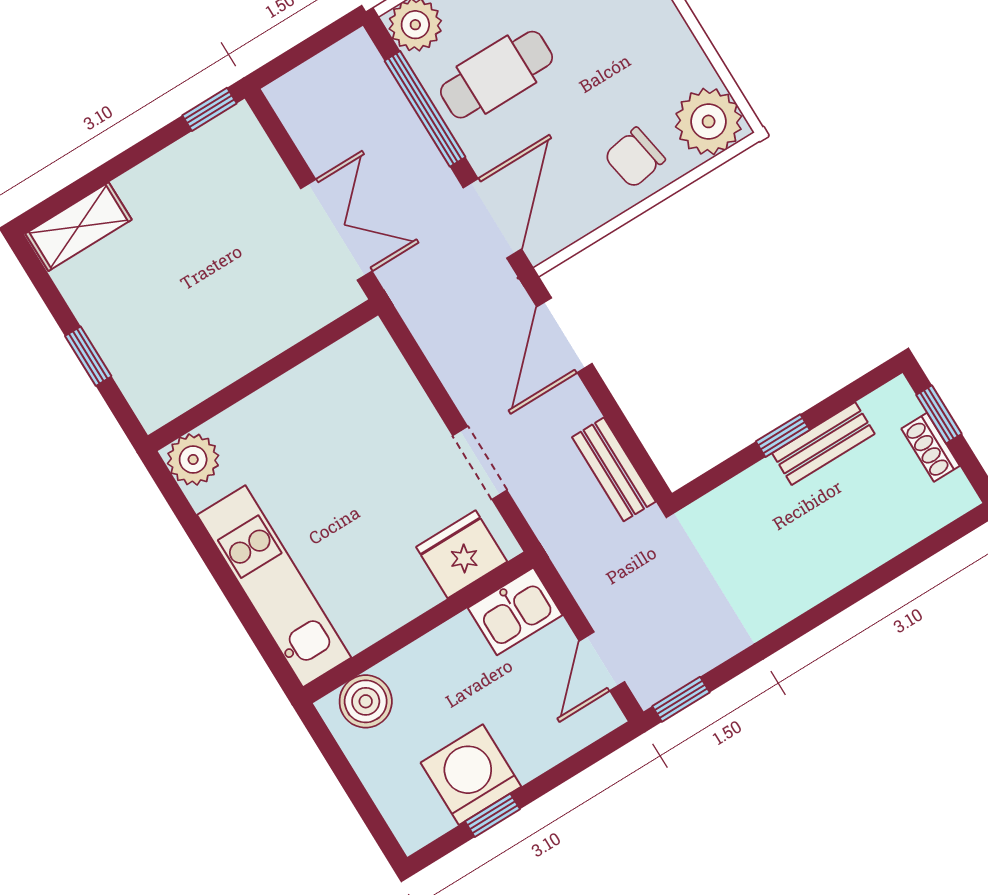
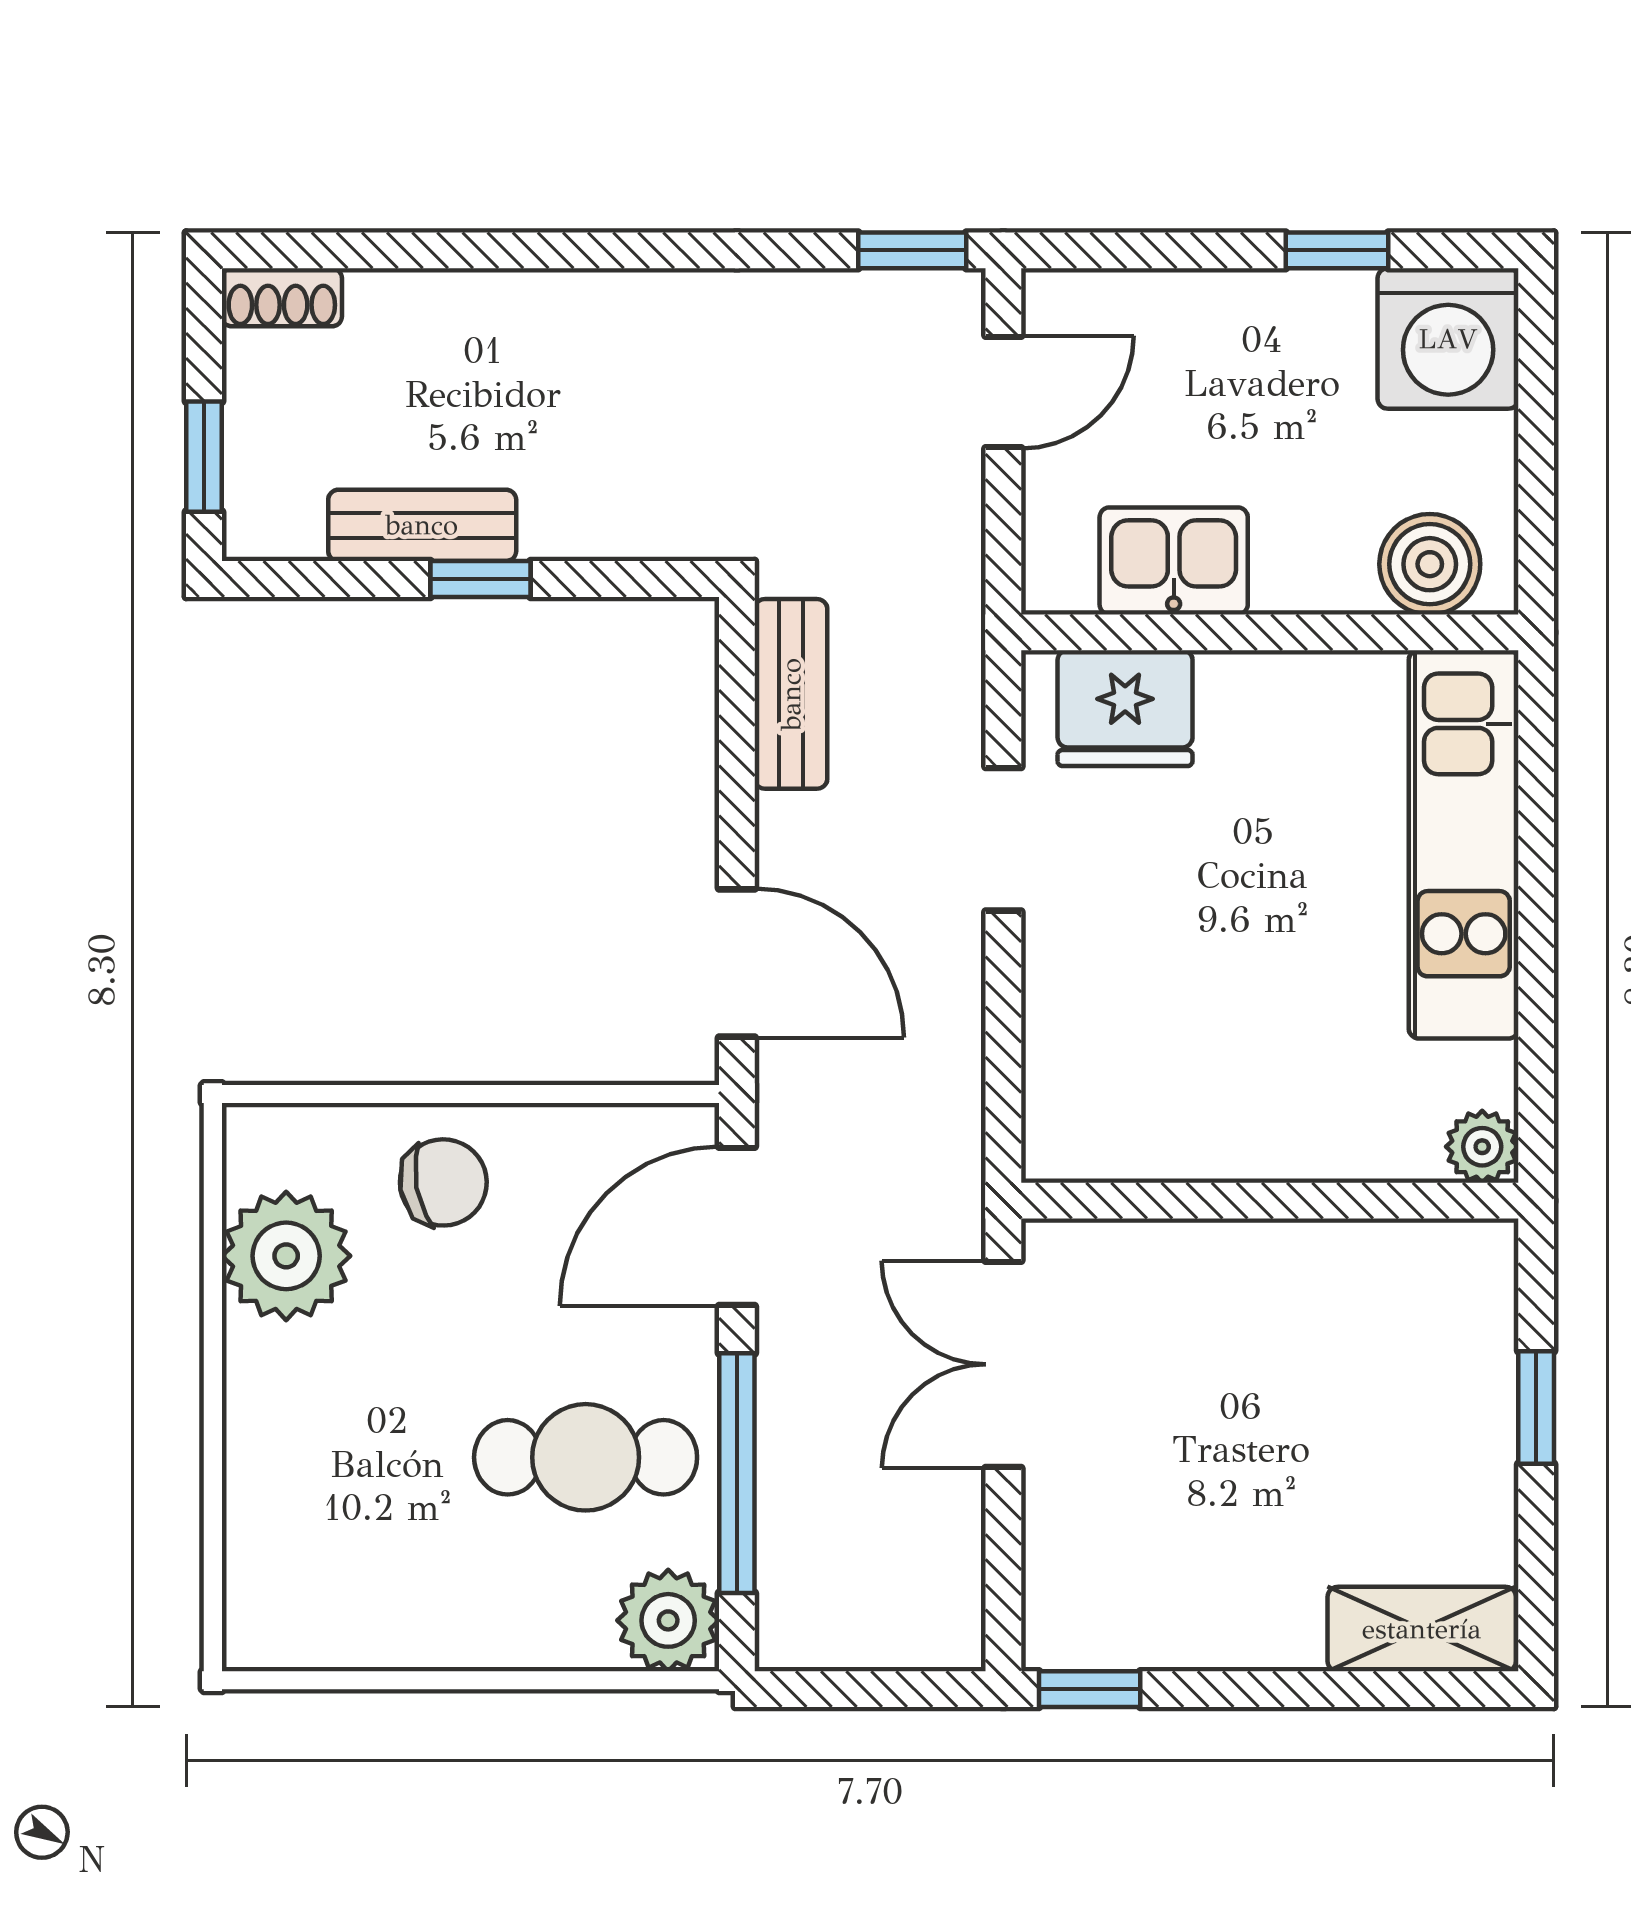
plant: (709, 121) -> (286, 1256), moved
door: (564, 335) -> (737, 963), hinge flipped
shoe rack: (931, 447) -> (282, 297), moved, turned 90
plant: (193, 459) -> (1482, 1147), width x0.73, depth x0.73
kitchen sink: (515, 611) -> (1174, 561), moved
washing machine: (471, 775) -> (1448, 339), moved

